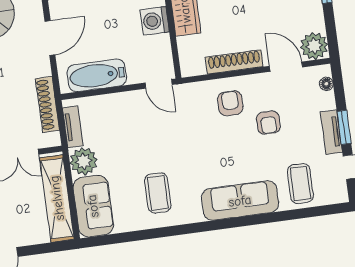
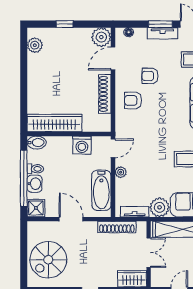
washing machine: (155, 21) -> (82, 145), moved
plant: (126, 99) -> (121, 172), added
armchair: (268, 123) -> (150, 76), turned 180

